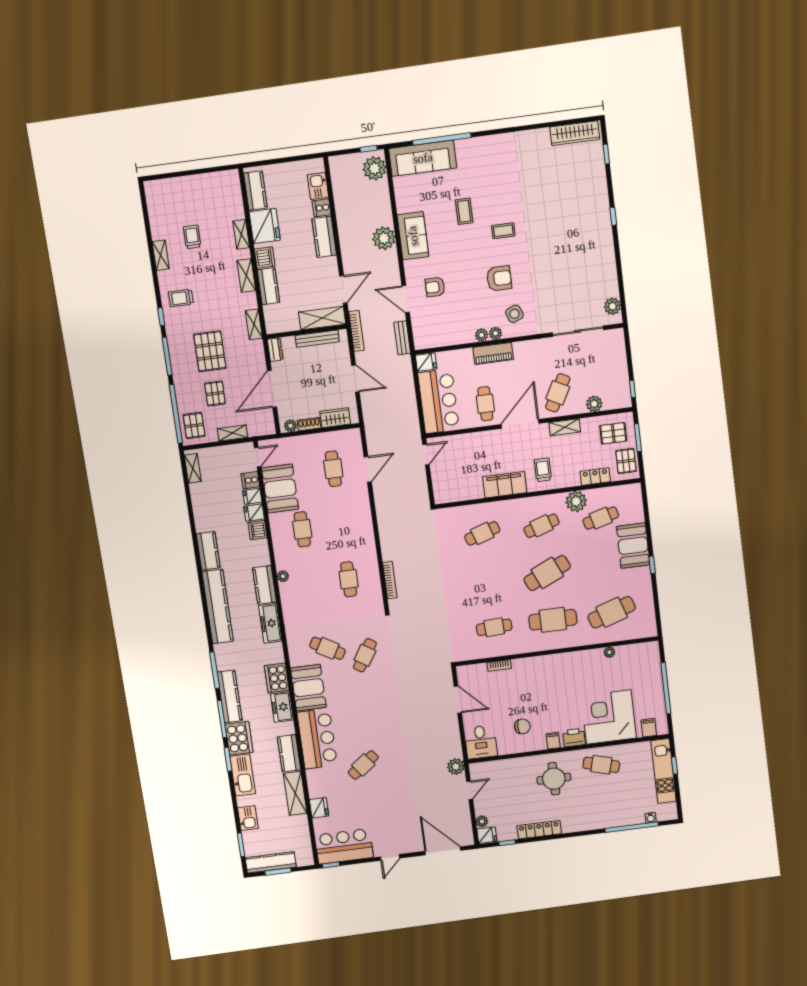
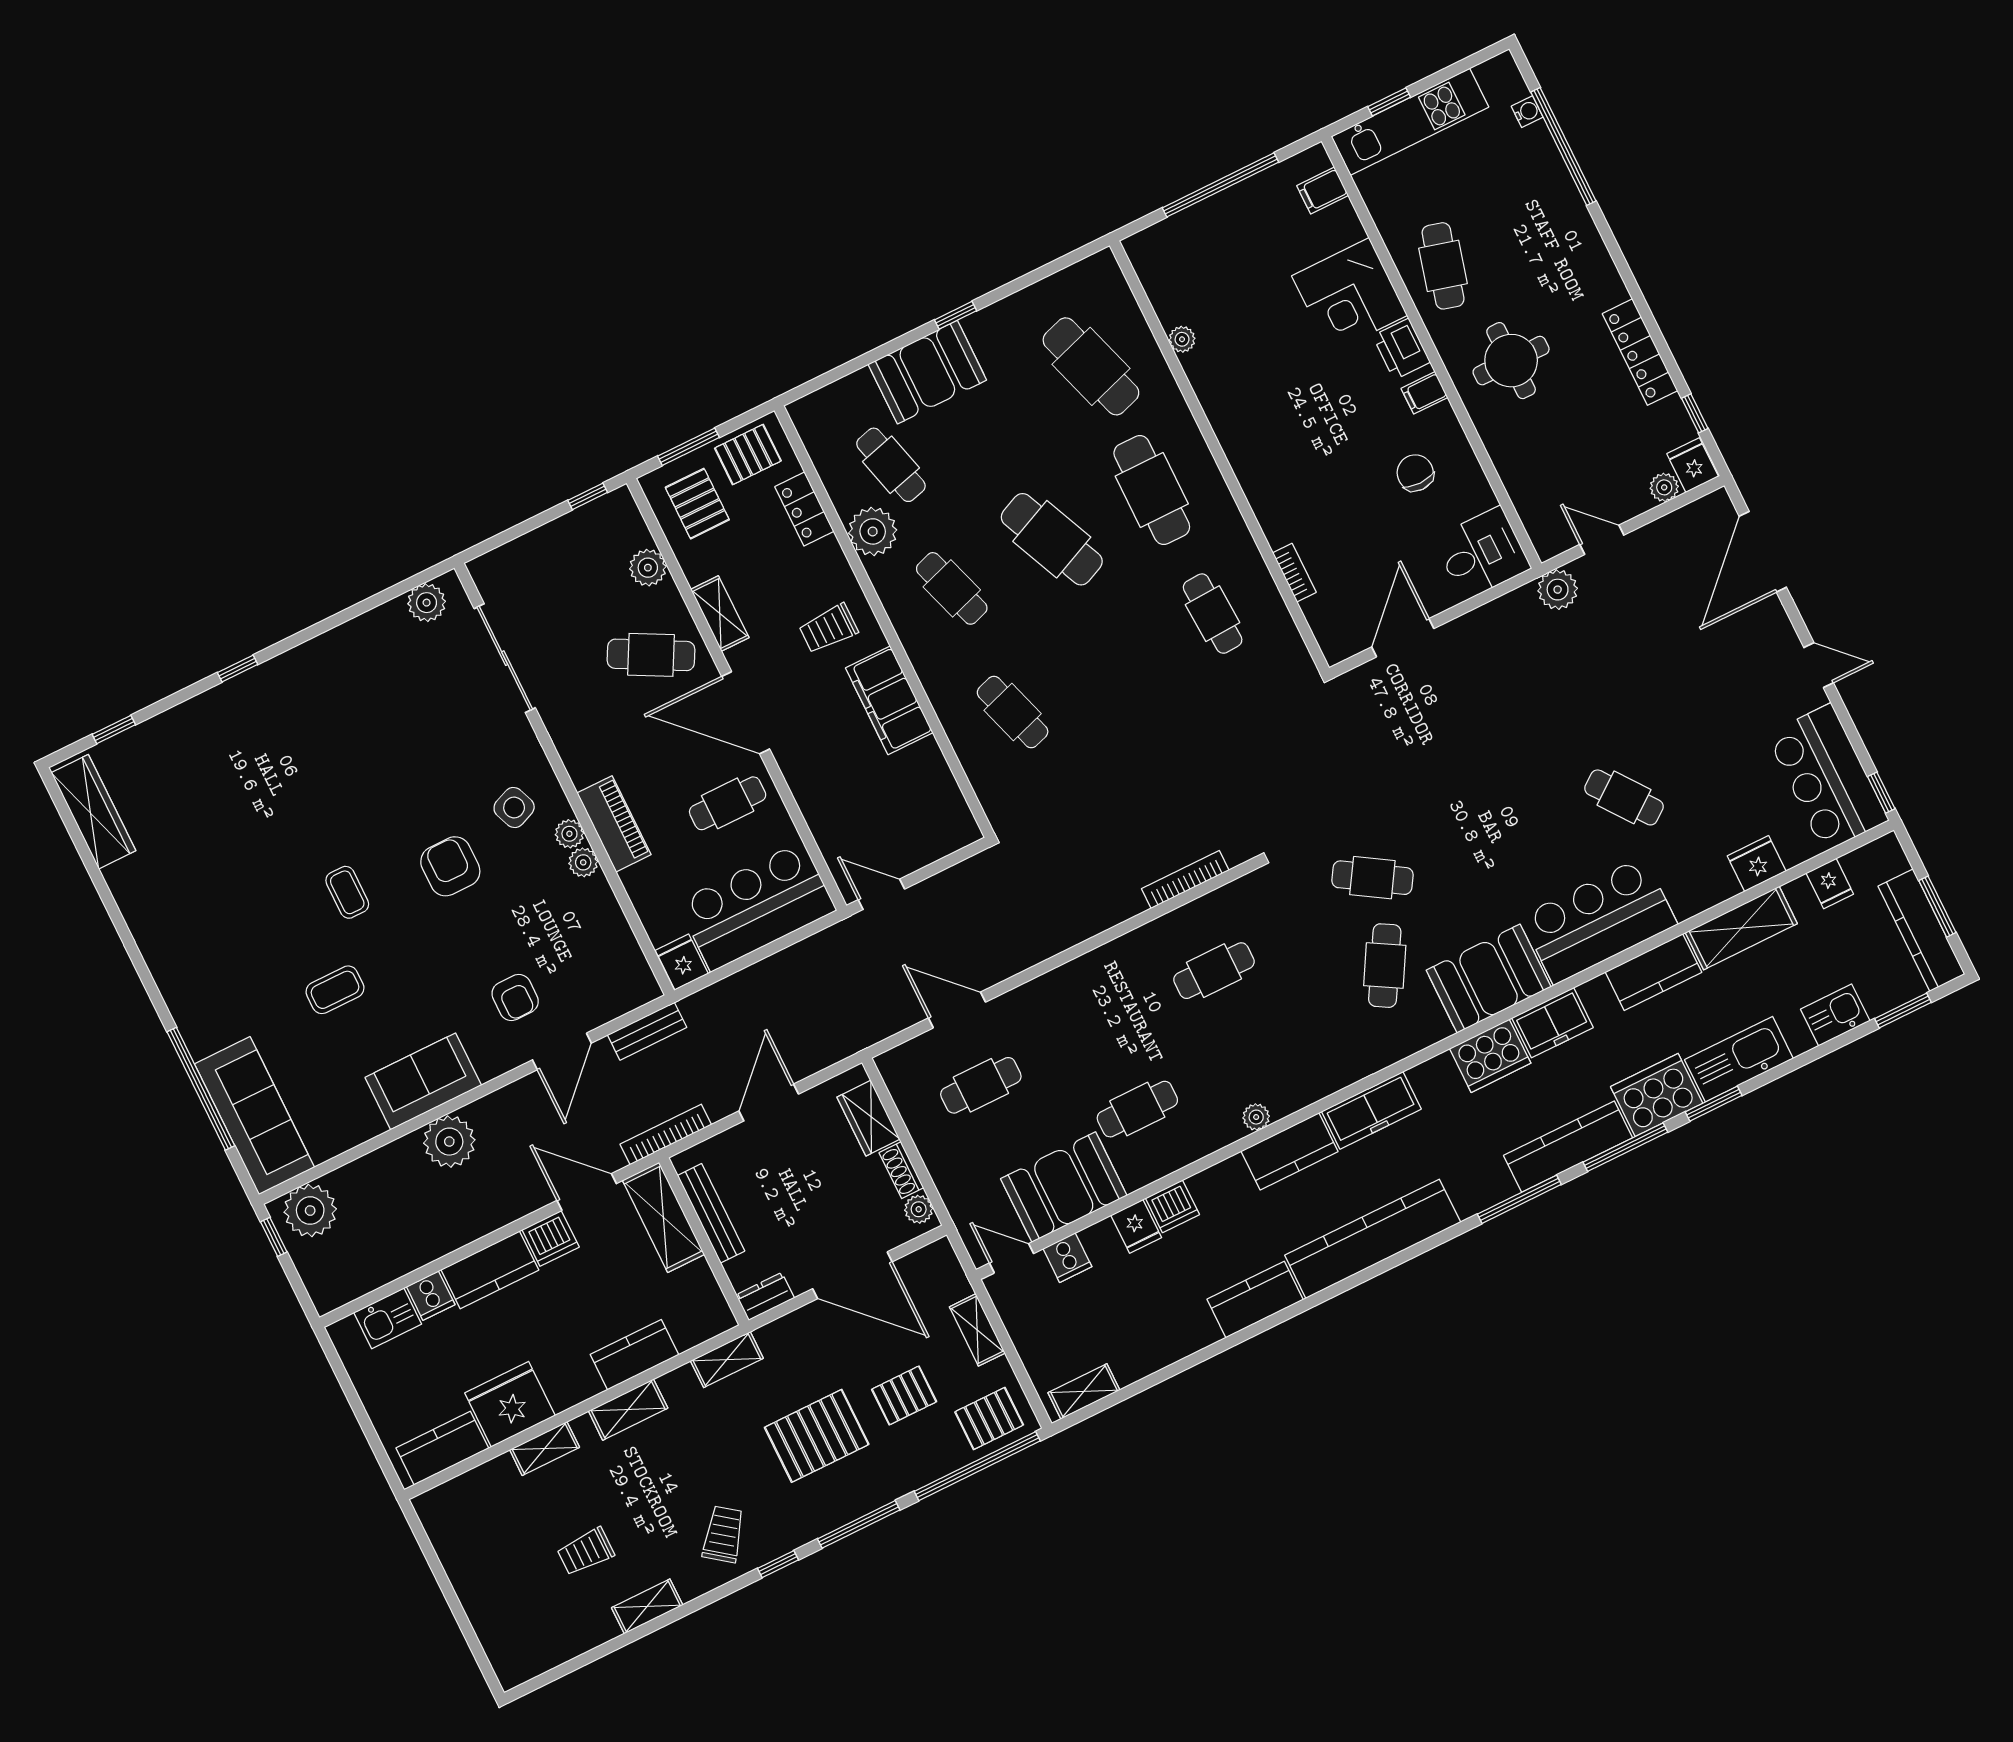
dishwasher: (265, 257) -> (551, 1238), moved, turned 180
trolley: (181, 298) -> (723, 1534), turned -143
fridge: (252, 496) -> (1830, 884), moved
corner desk: (609, 717) -> (1350, 296), width x0.74, depth x0.74

